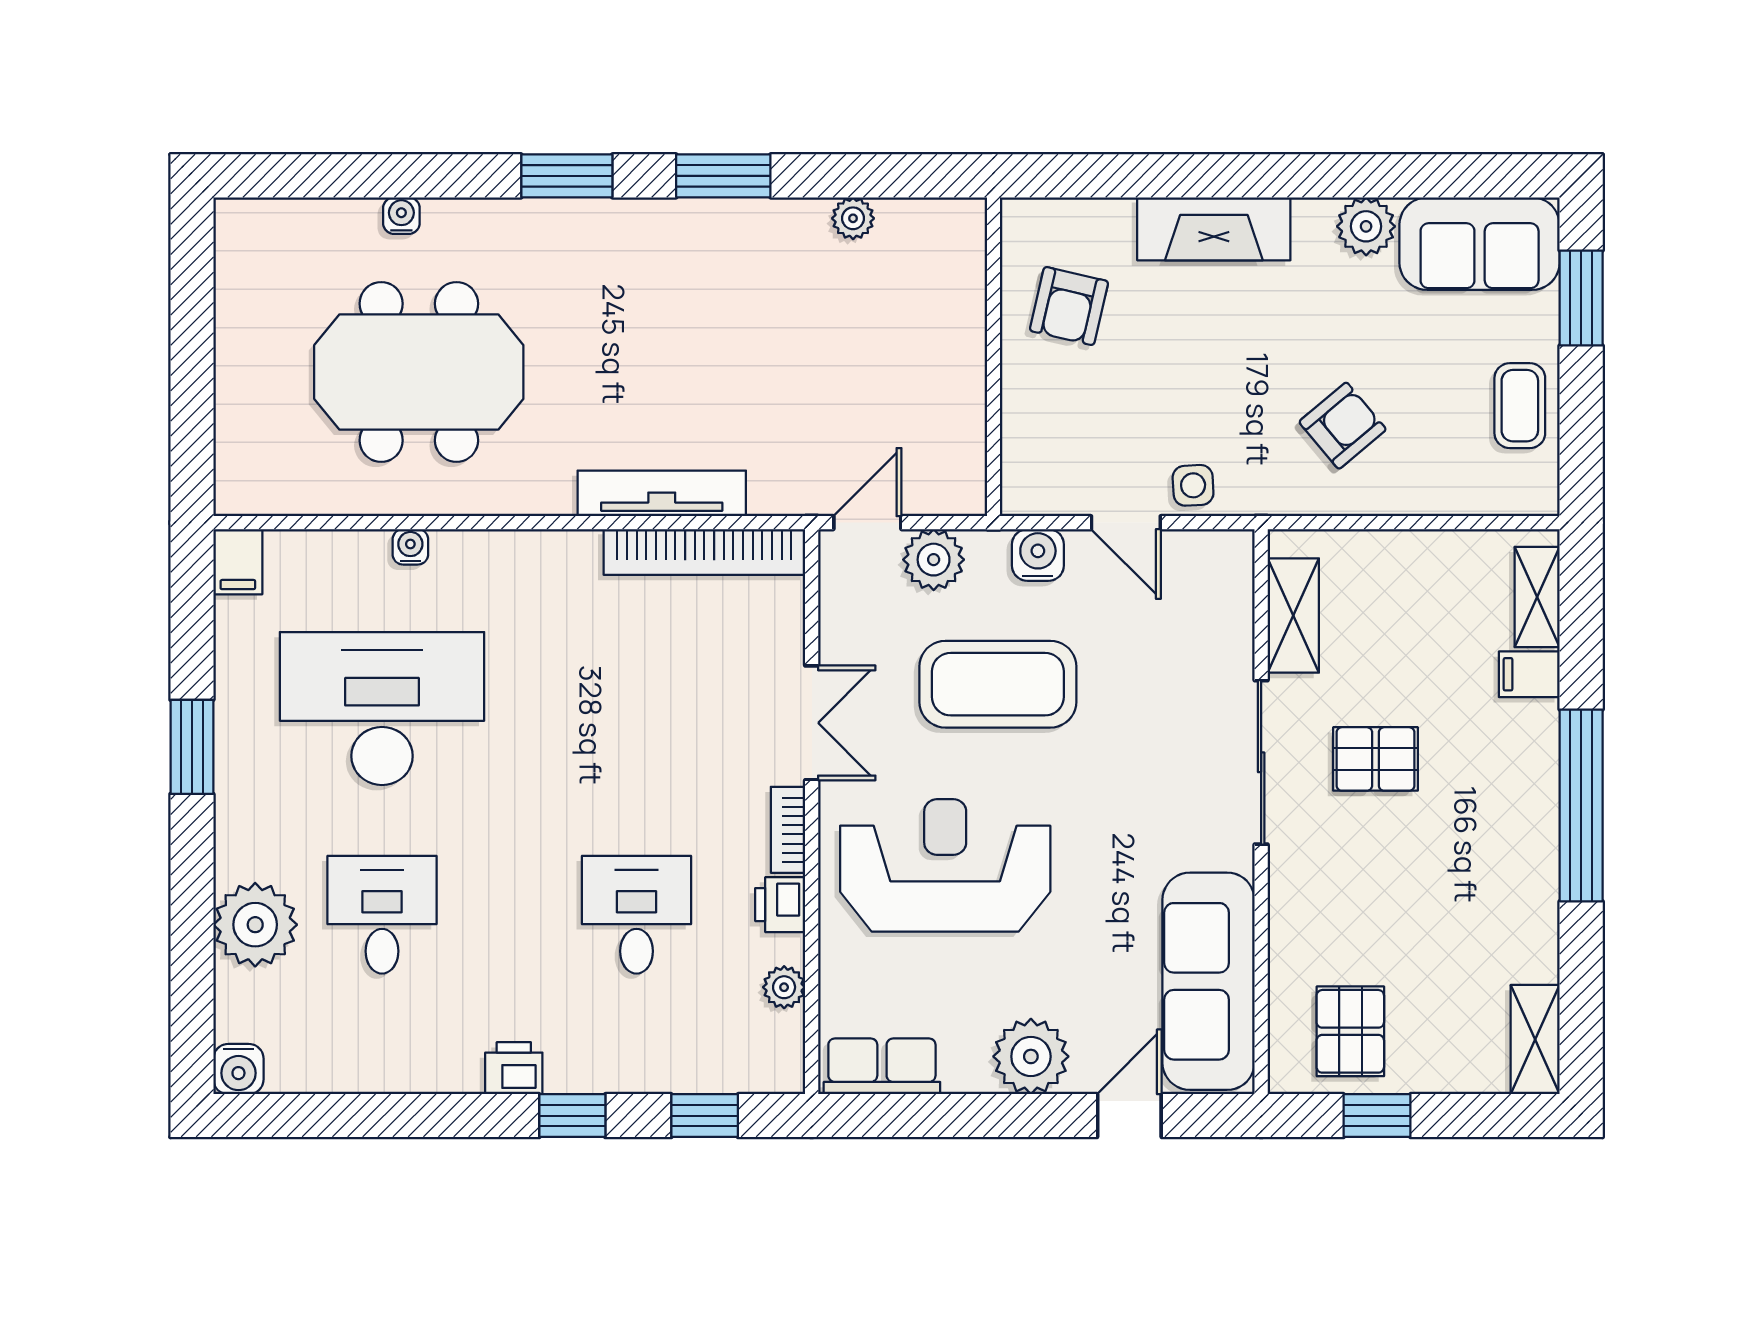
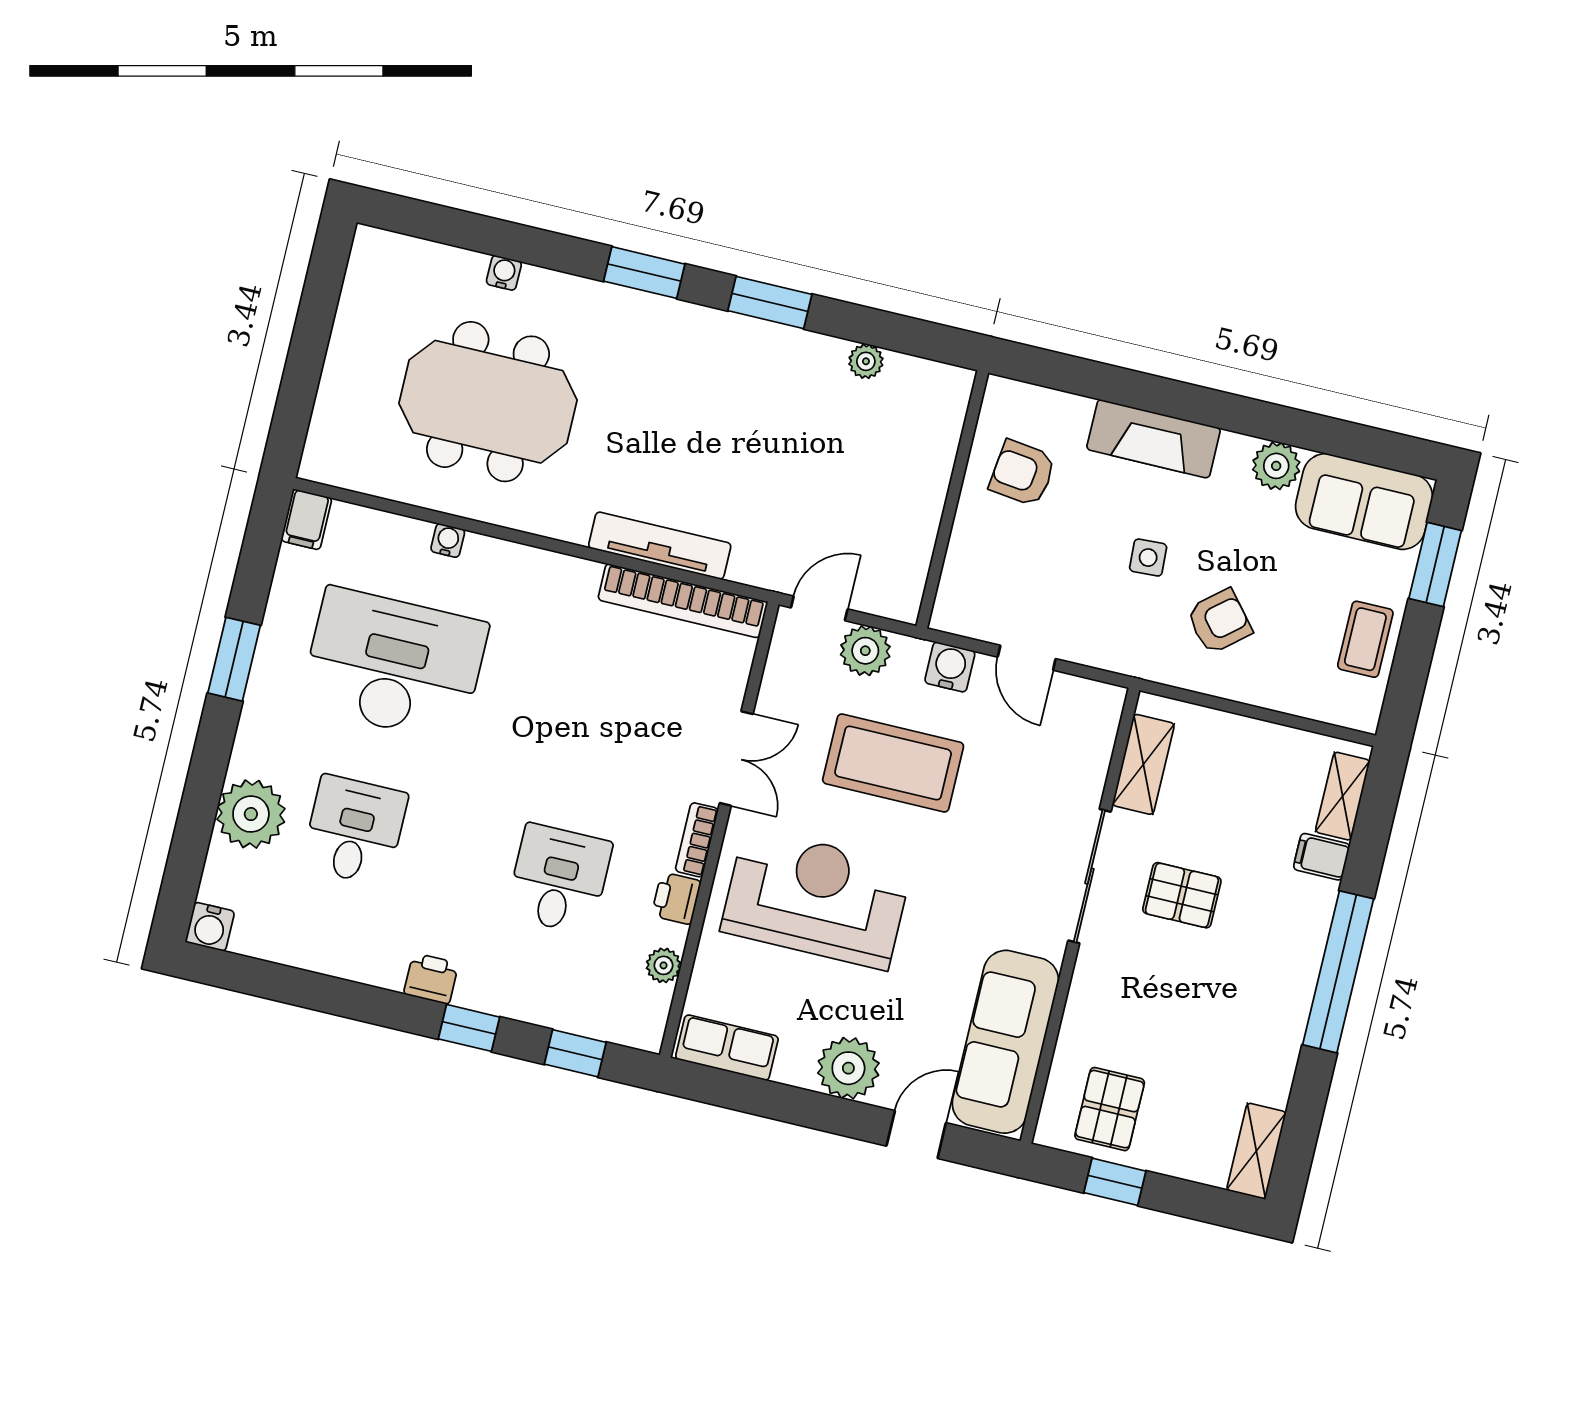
armchair: (1069, 306) -> (1022, 473), turned 84
side table: (1193, 485) -> (1148, 558), moved

